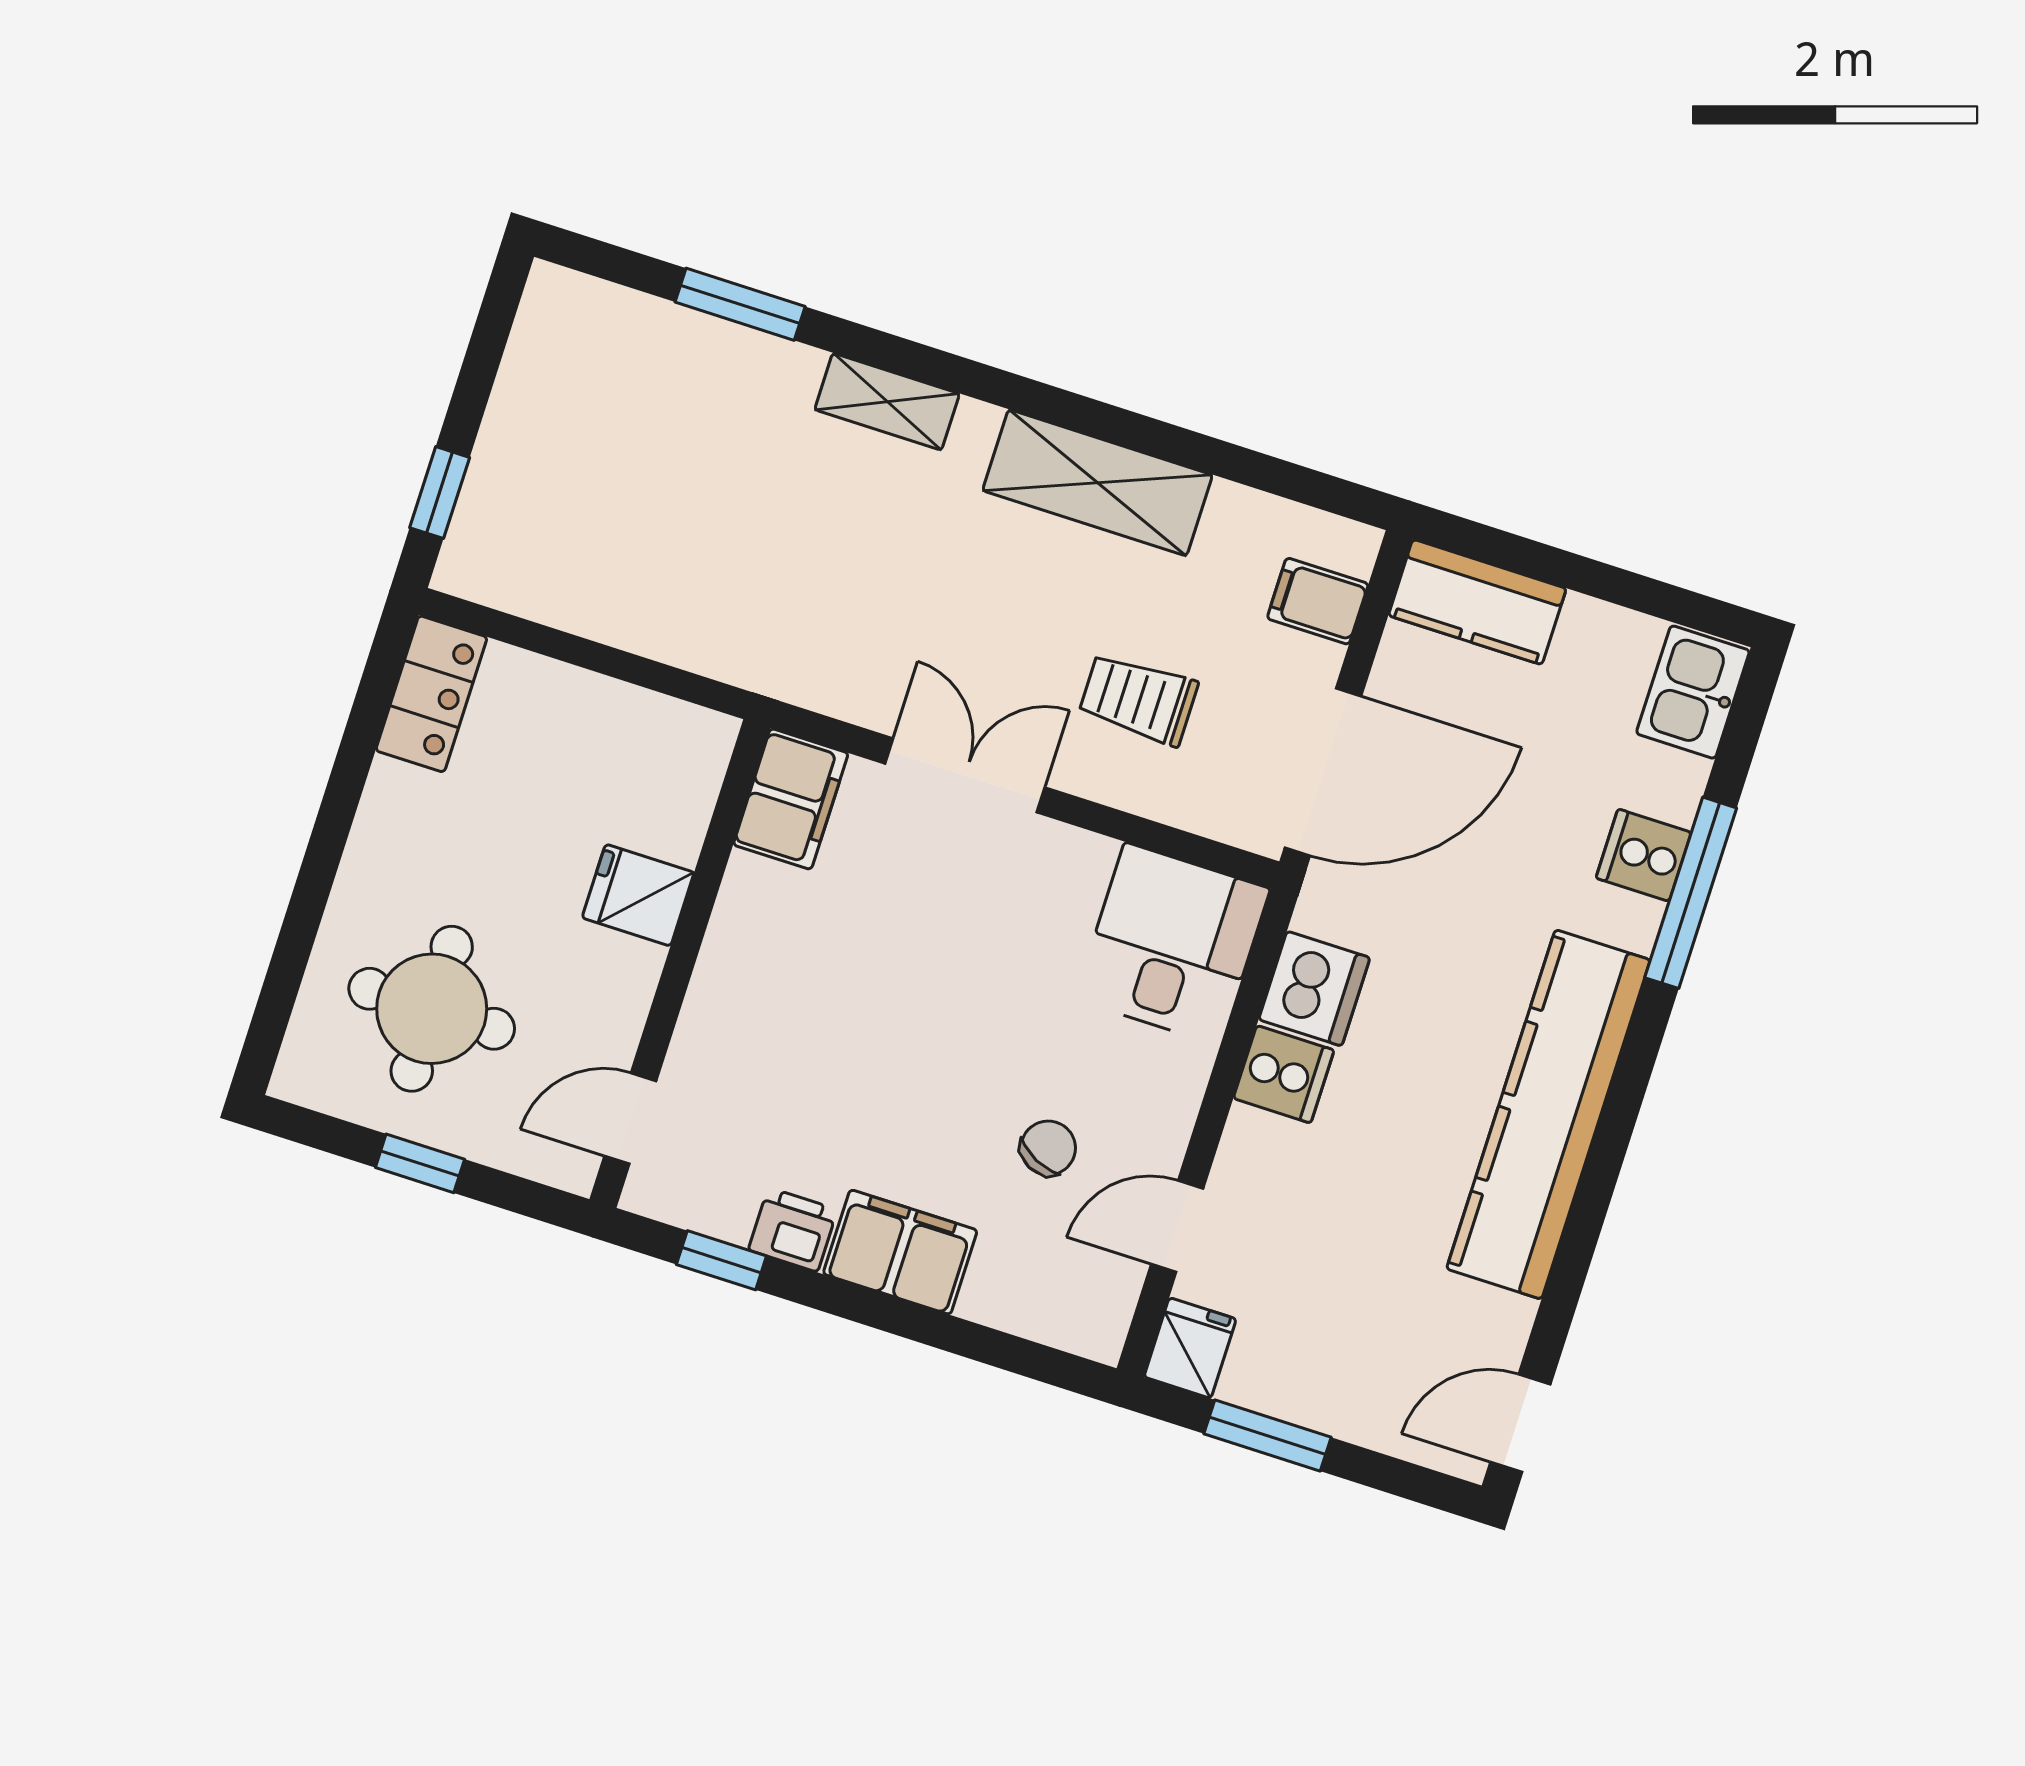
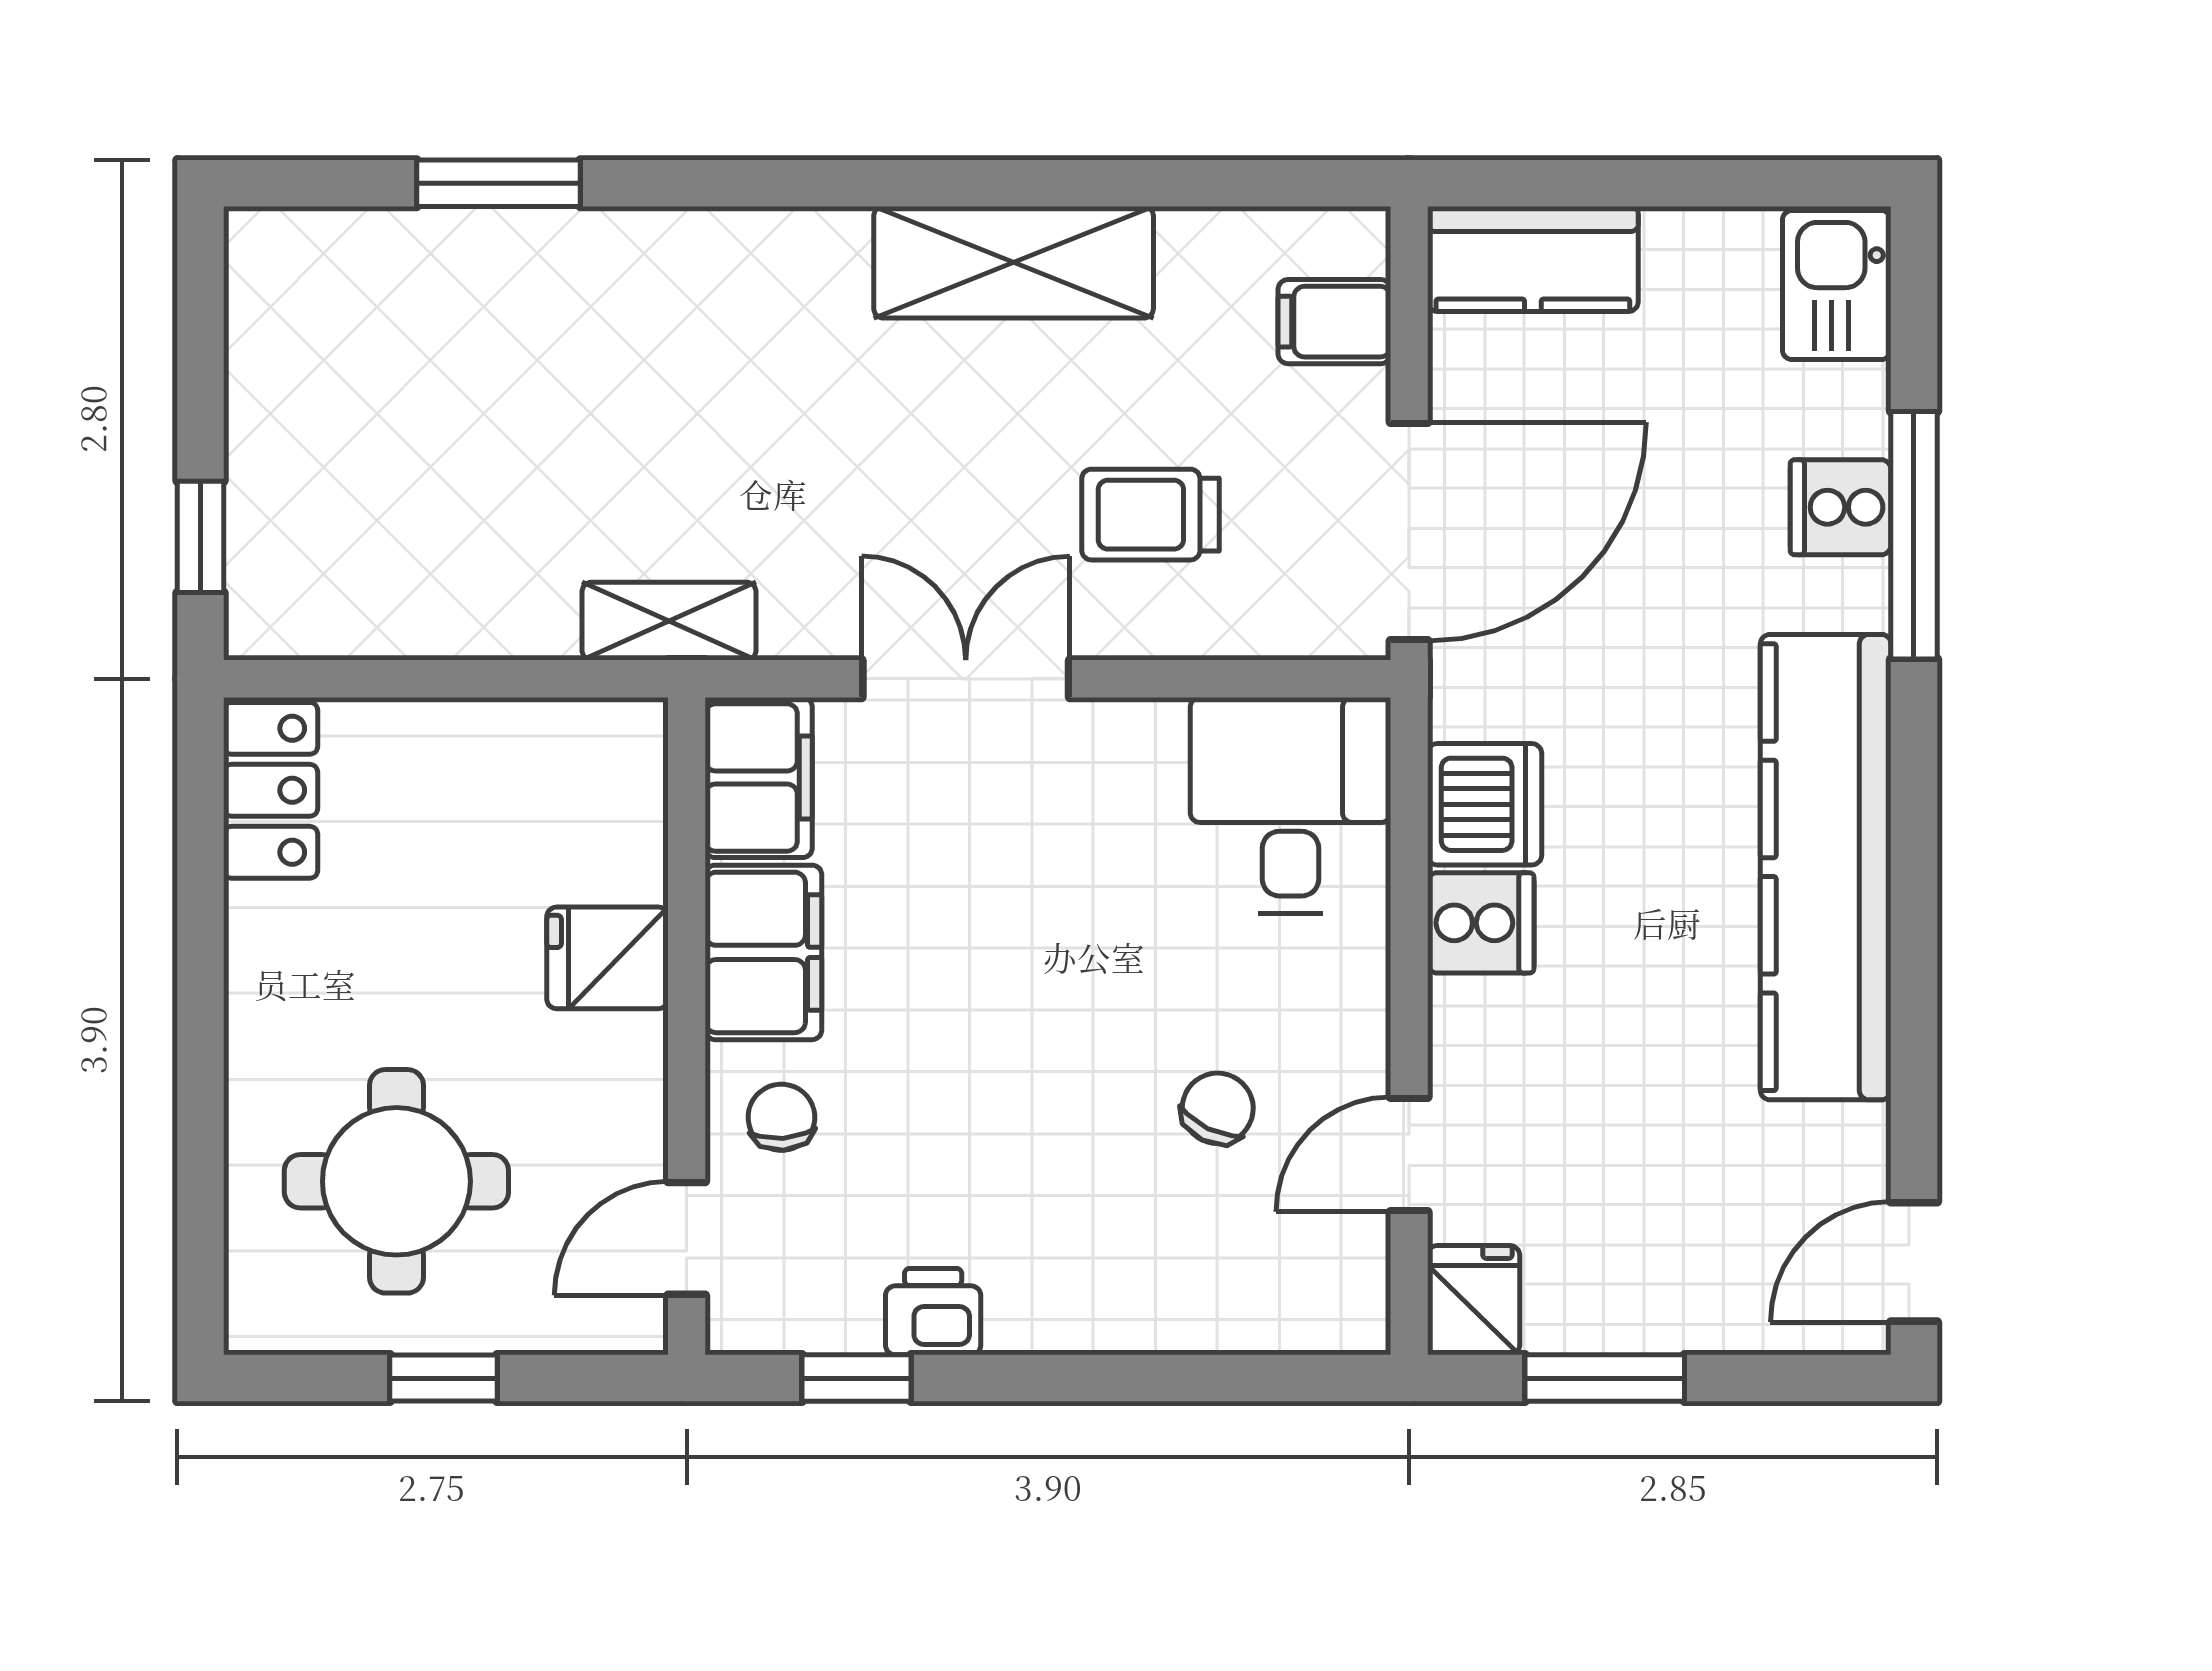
shelving: (887, 402) -> (669, 621), moved
chair: (728, 1052) -> (781, 1117), added
filing cabinet: (900, 1252) -> (763, 952), moved, turned 90

